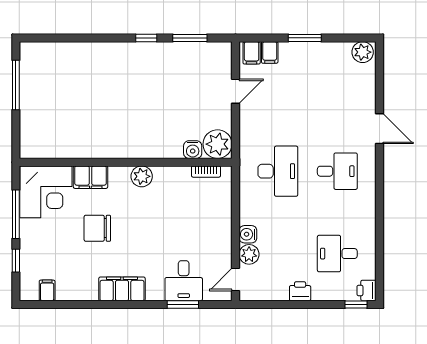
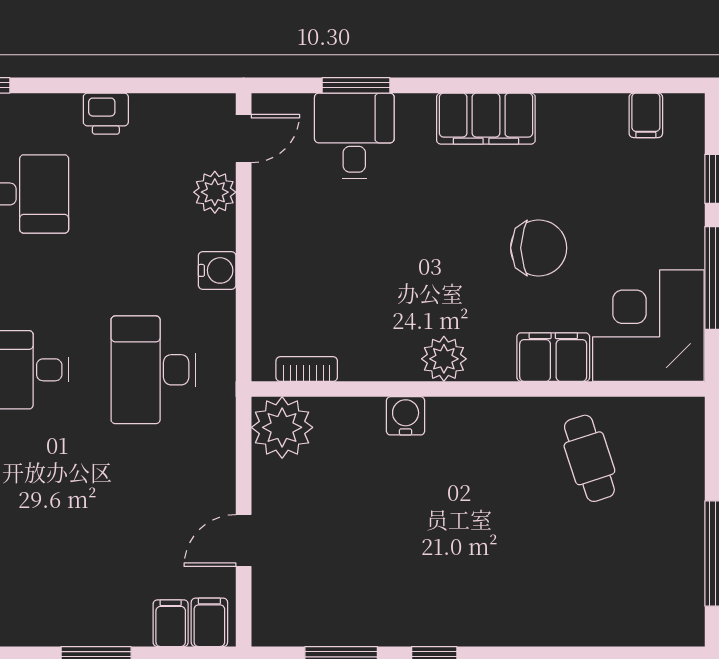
cafe table: (74, 130) -> (589, 458), added
water cooler: (193, 150) -> (406, 416), moved
water cooler: (248, 234) -> (217, 270), moved

